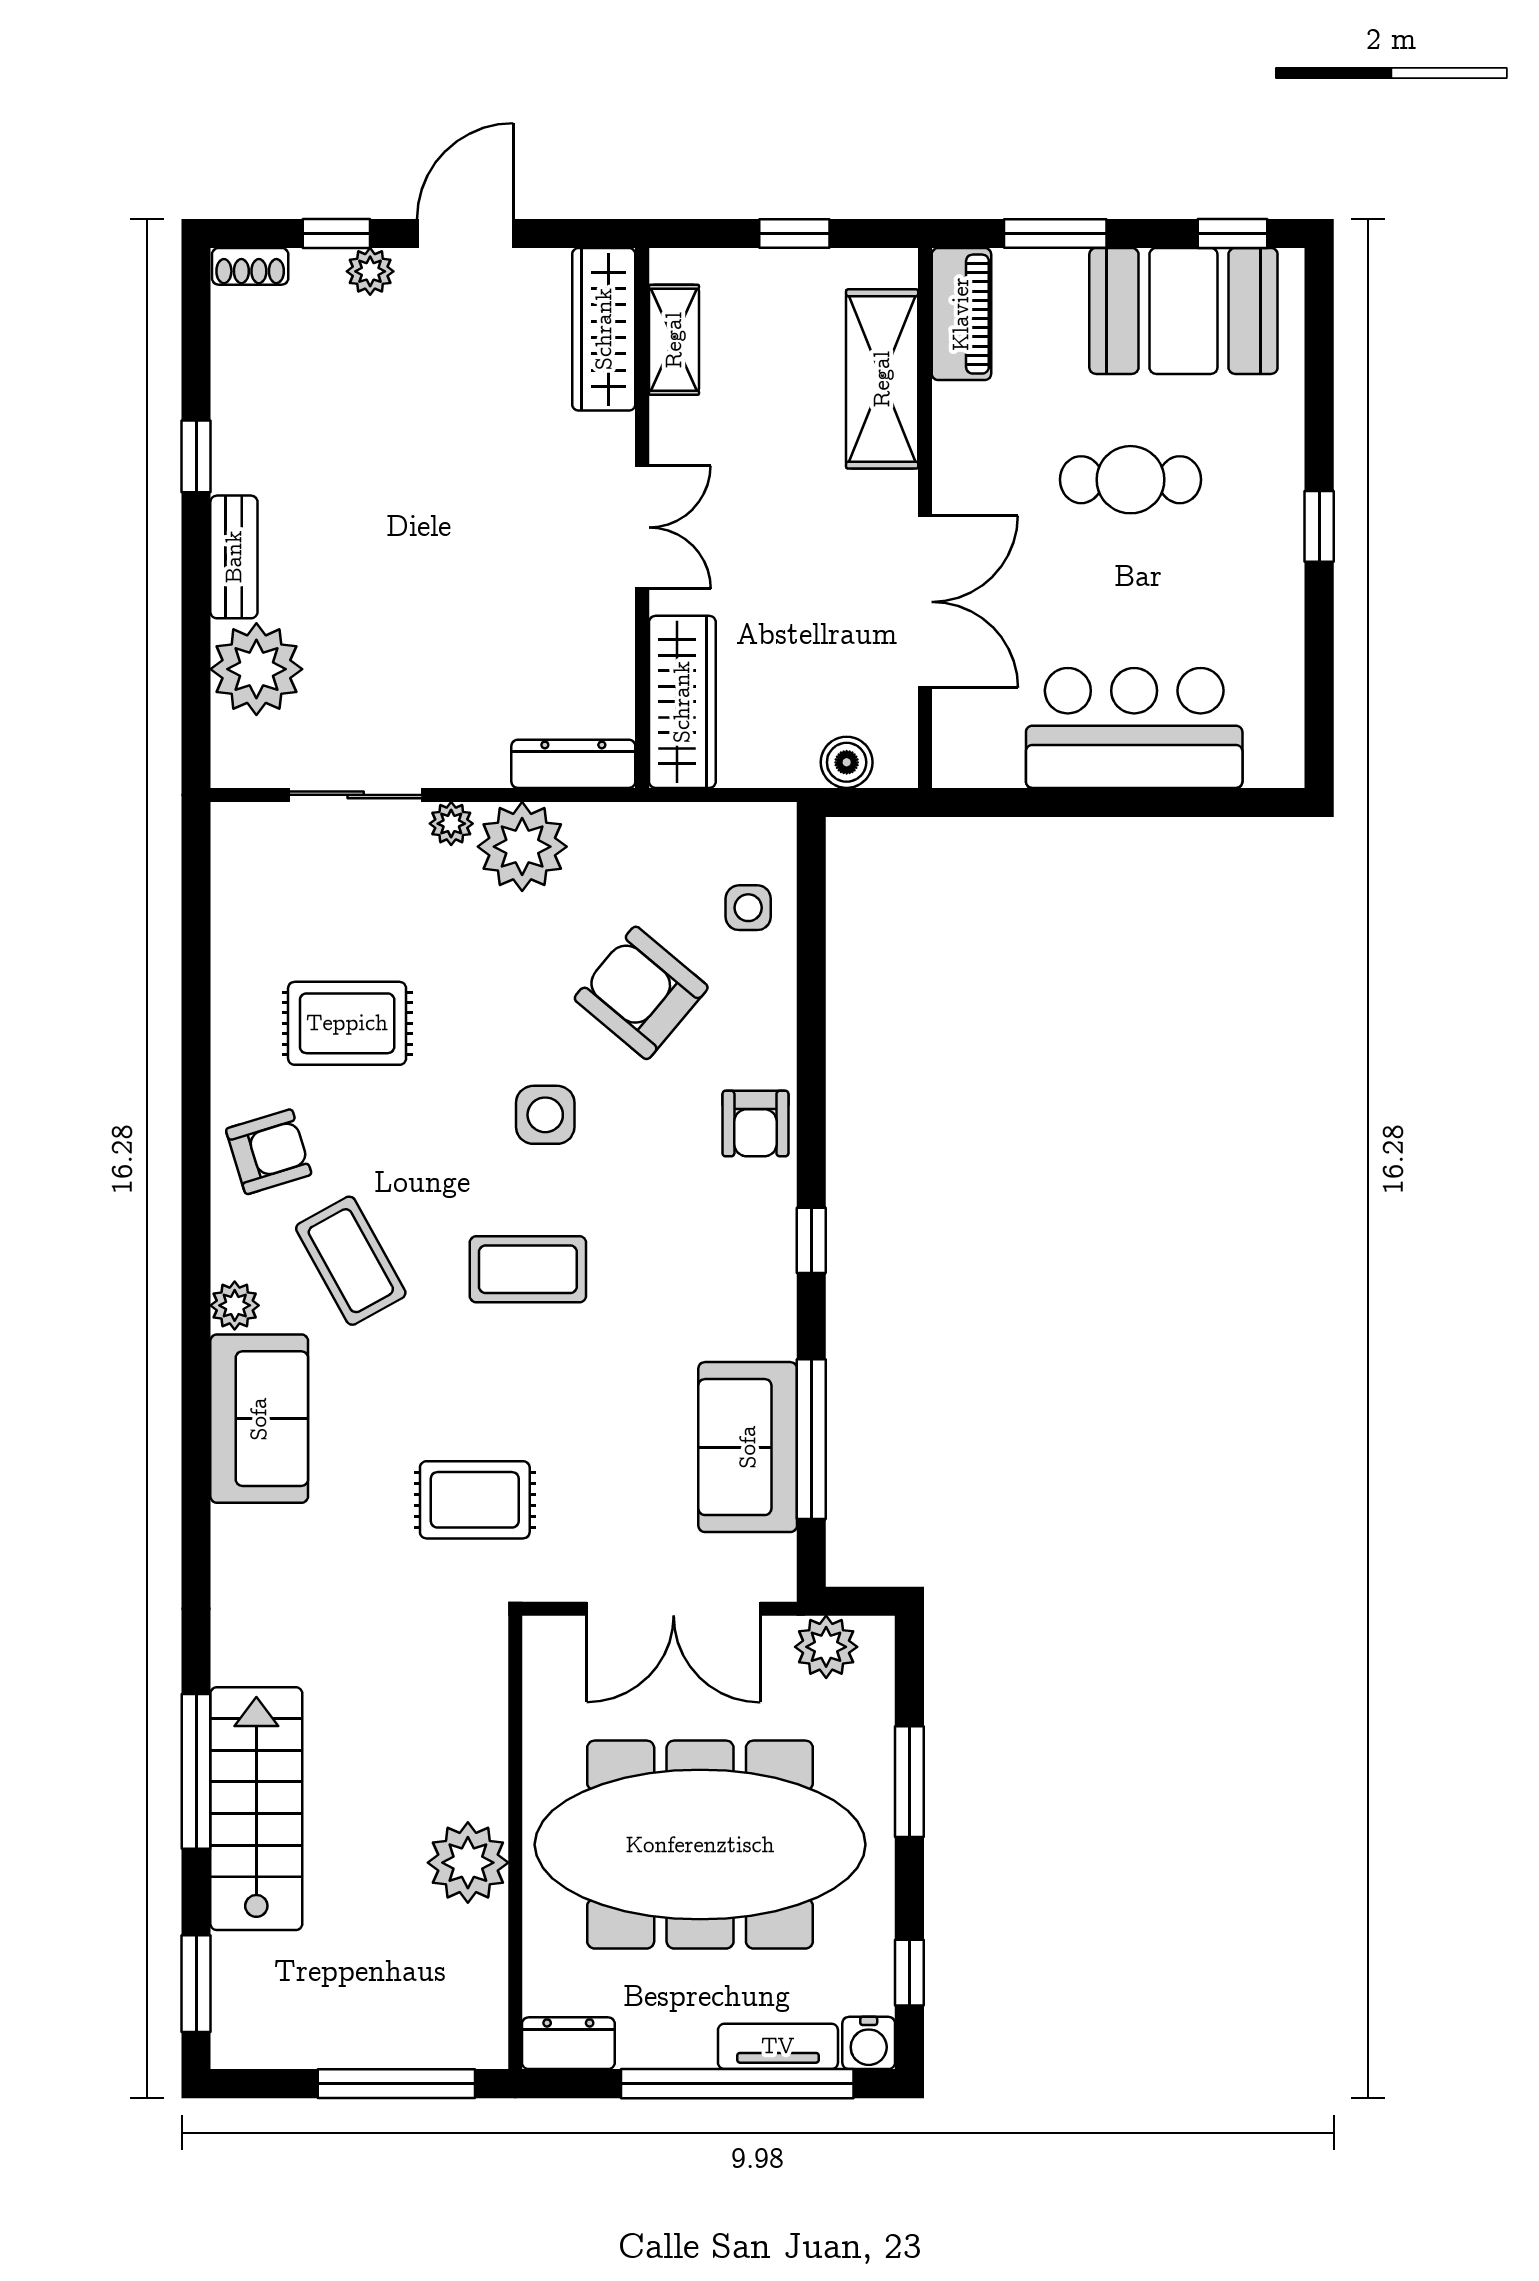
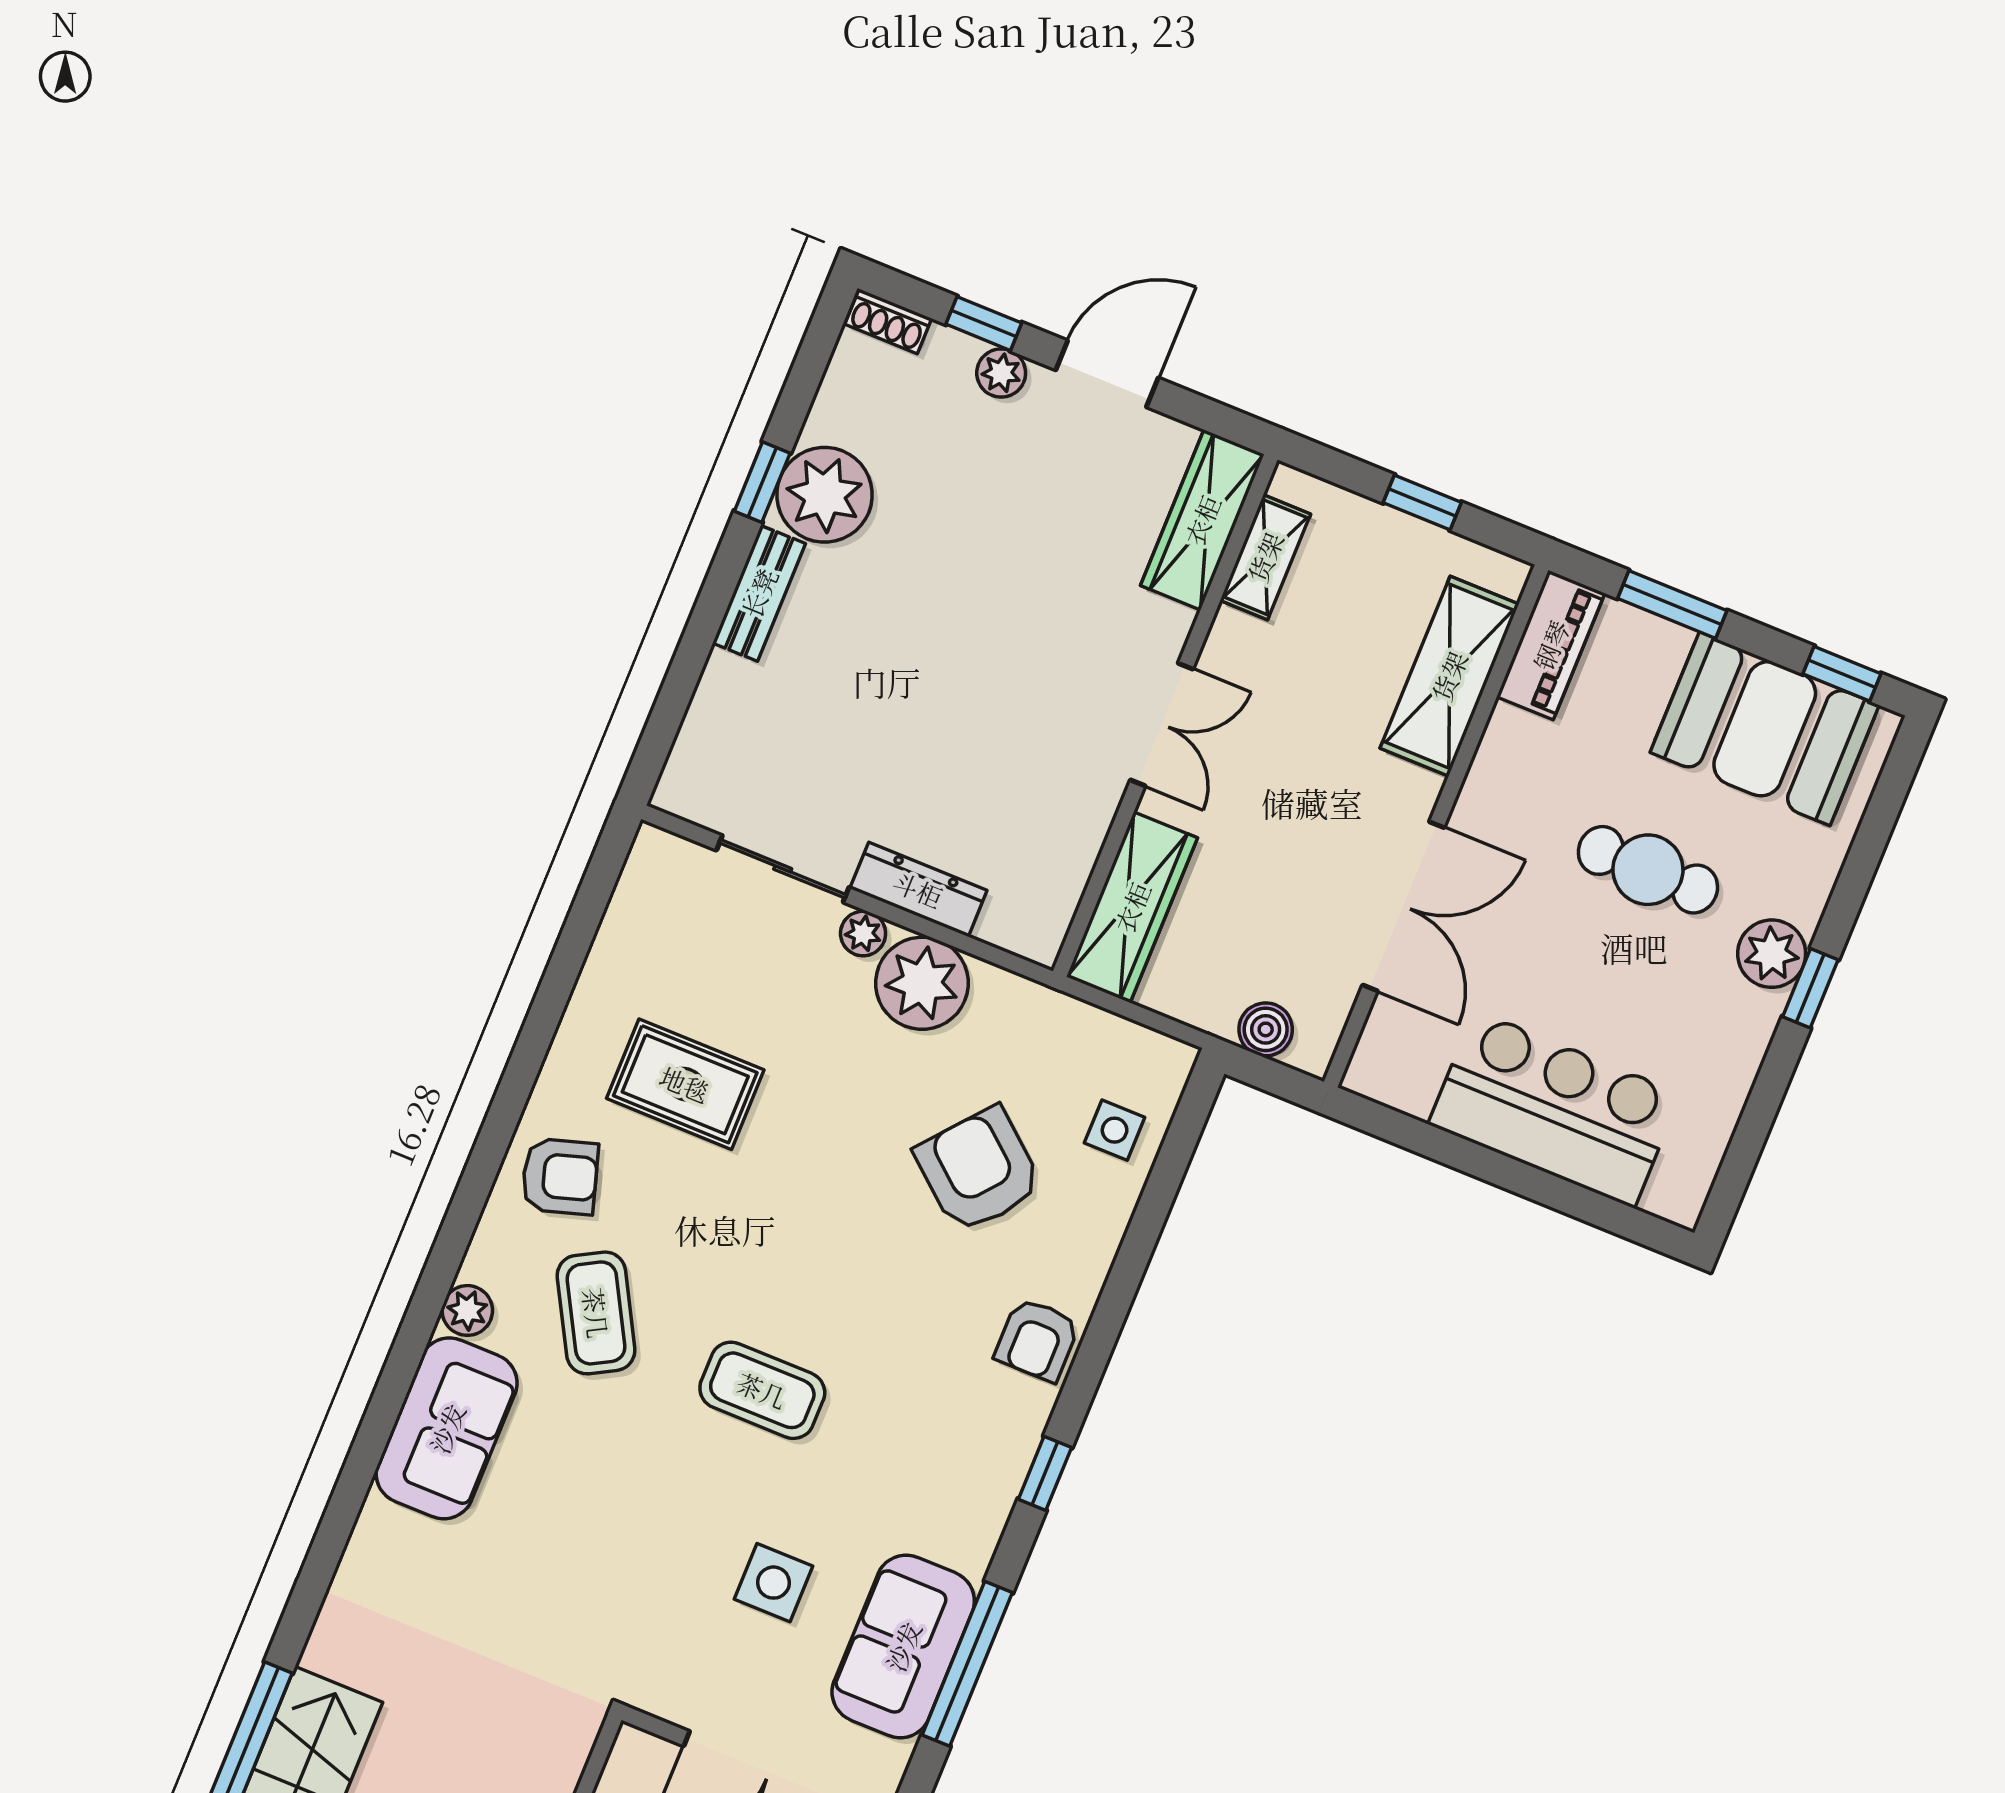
plant: (1272, 510) -> (1772, 954), added
plant: (256, 669) -> (825, 495), moved
dresser: (573, 764) -> (918, 889), moved
side table: (545, 1115) -> (774, 1583), moved
rug: (475, 1500) -> (621, 1590), removed

